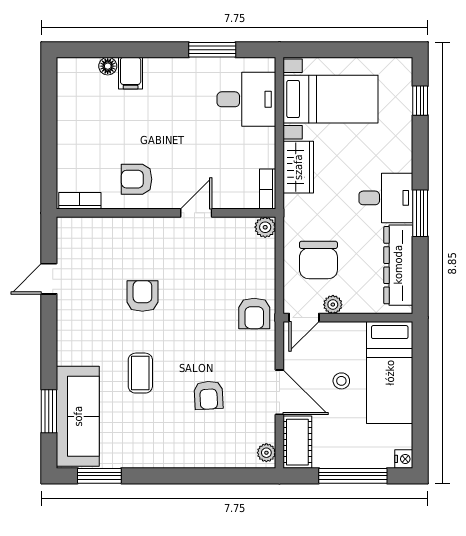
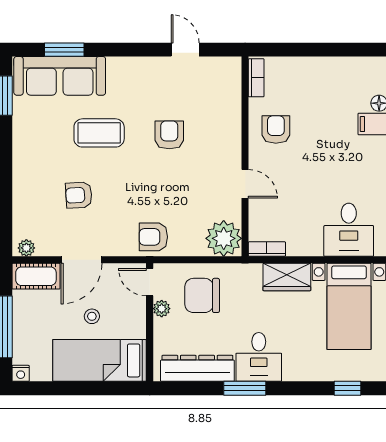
plant: (265, 227) -> (224, 238), width x1.88, depth x1.88
armchair: (142, 296) -> (169, 135), turned -90
coffee table: (140, 373) -> (99, 133), width x1.36, depth x1.30

